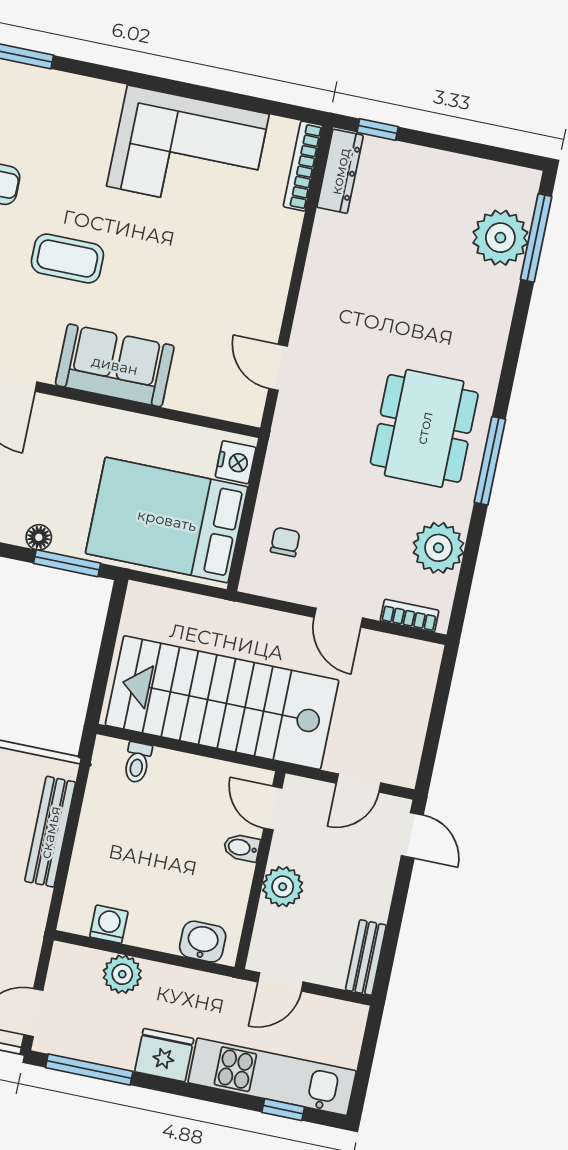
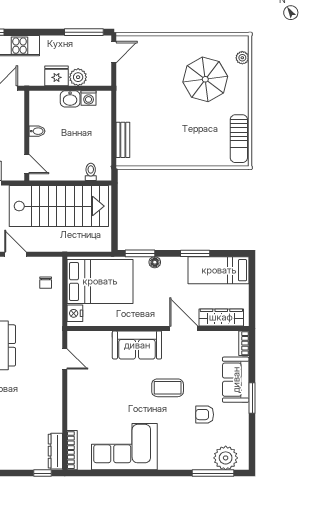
bench: (50, 832) -> (123, 140), width x0.73
bidet: (242, 848) -> (37, 131), moved
plant: (283, 887) -> (15, 130), removed
washbasin: (203, 942) -> (70, 99), moved
fridge: (164, 1055) -> (56, 76), moved, turned 180

